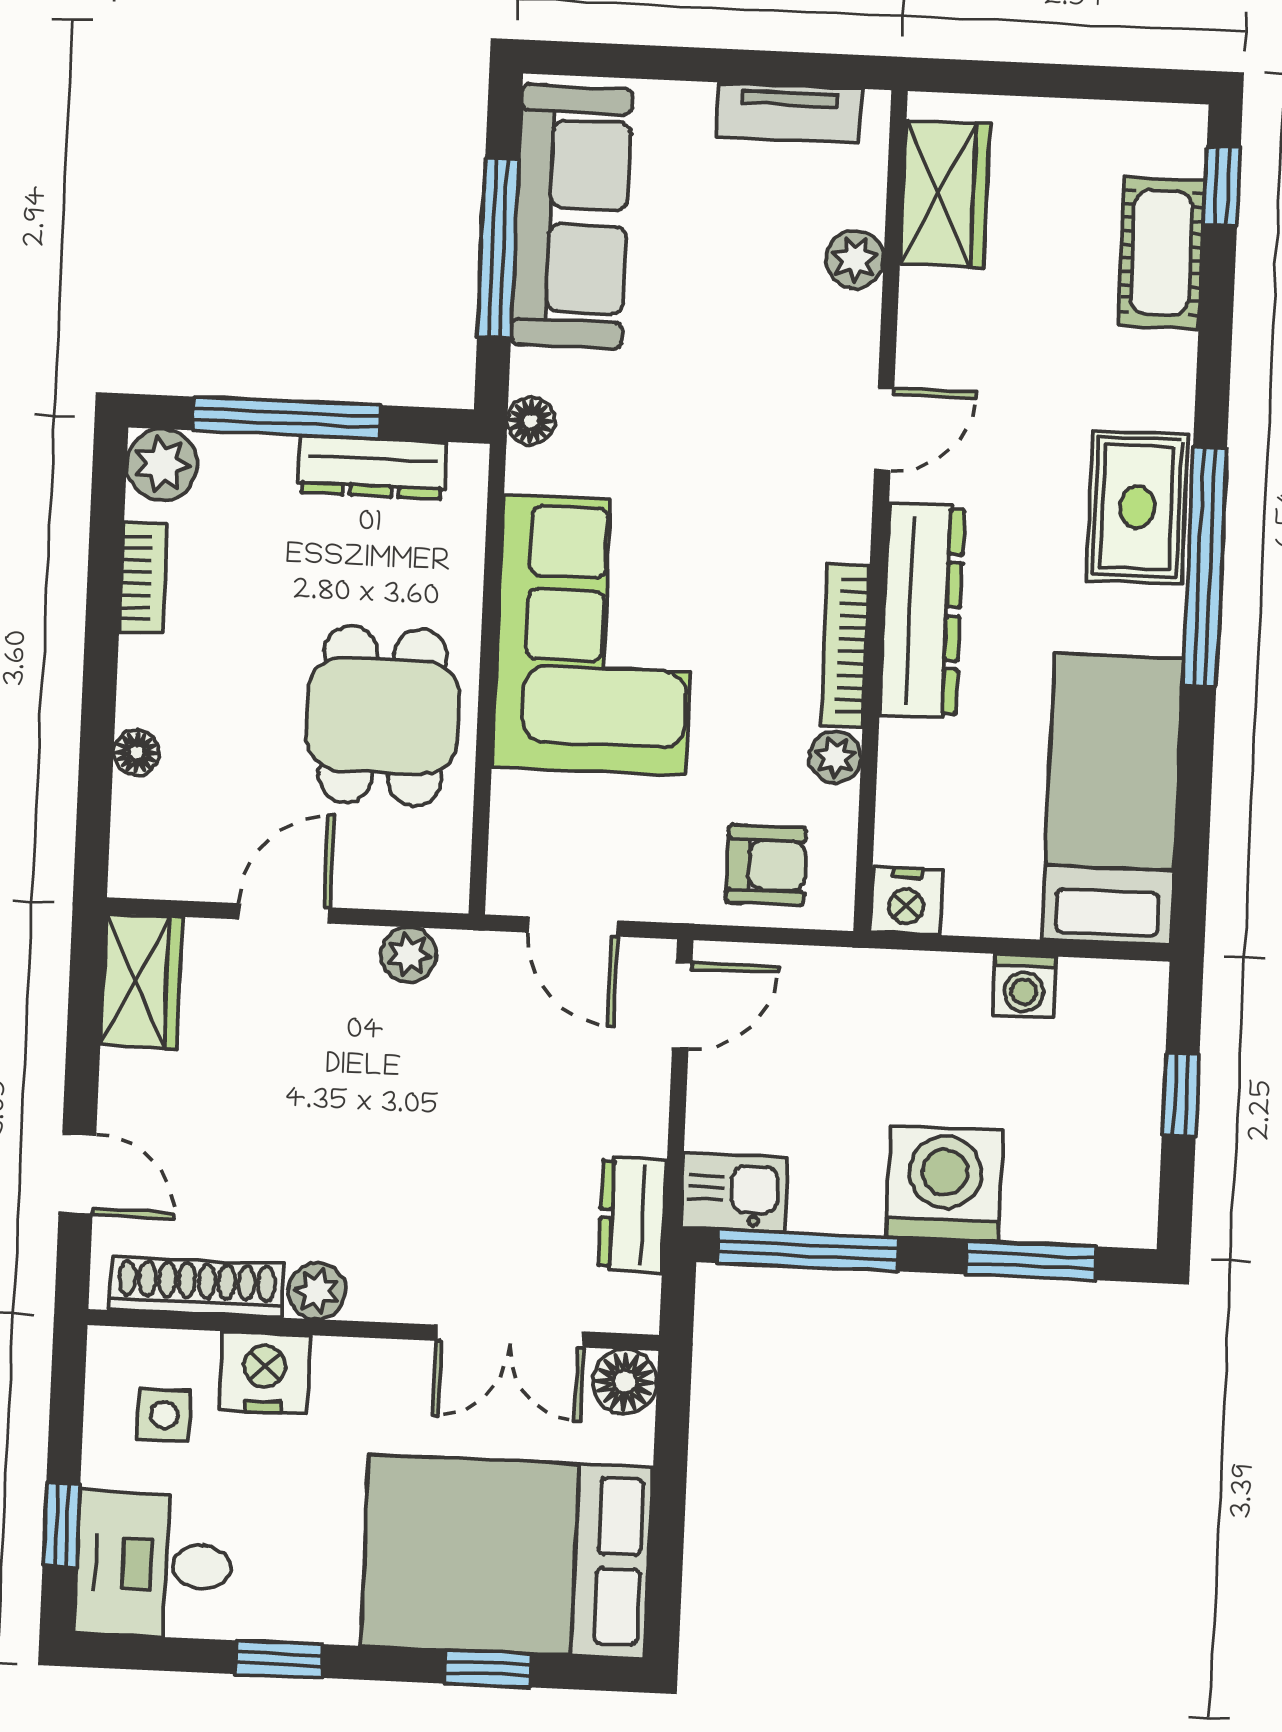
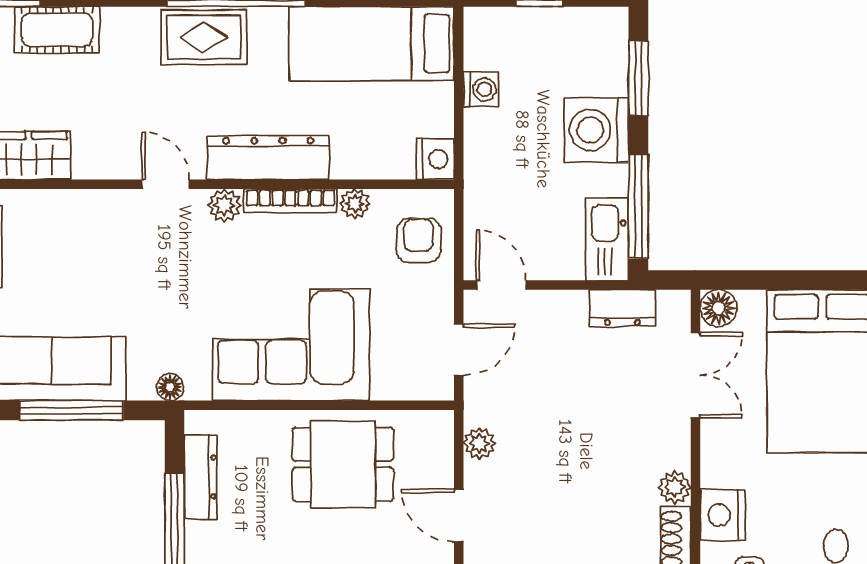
plant: (855, 259) -> (224, 205), moved
kitchen sink: (734, 1192) -> (607, 239), width x1.38

